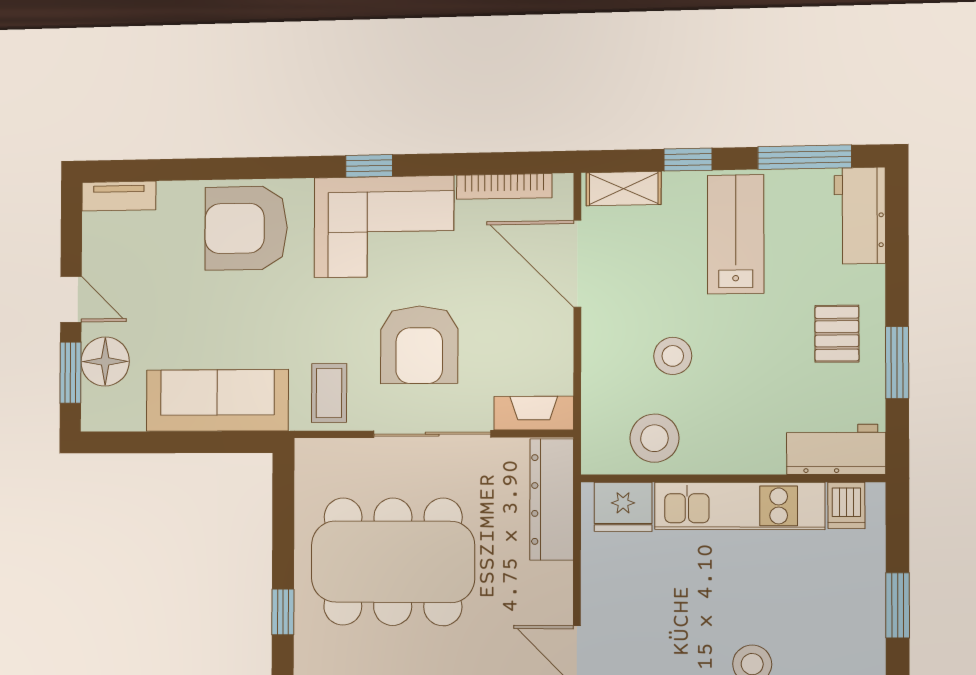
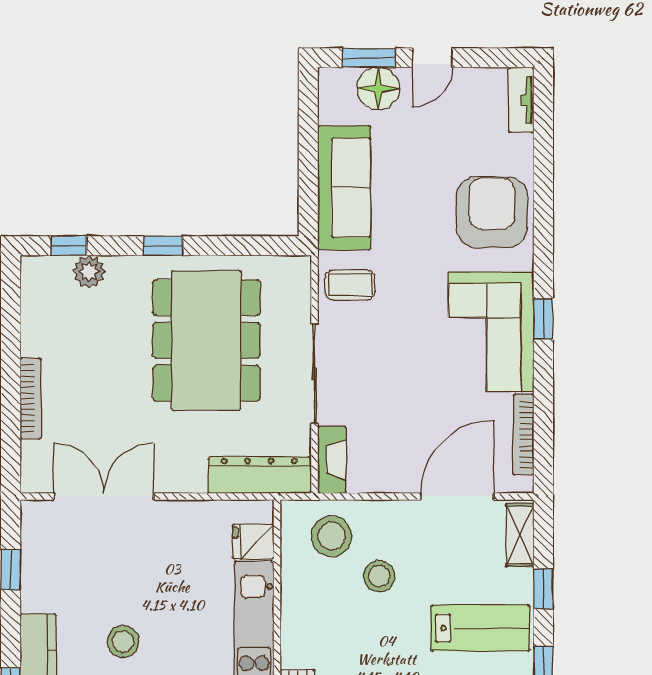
armchair: (419, 345) -> (390, 362), removed
stool: (654, 438) -> (332, 536), moved
fridge: (623, 507) -> (253, 541), width x0.72

